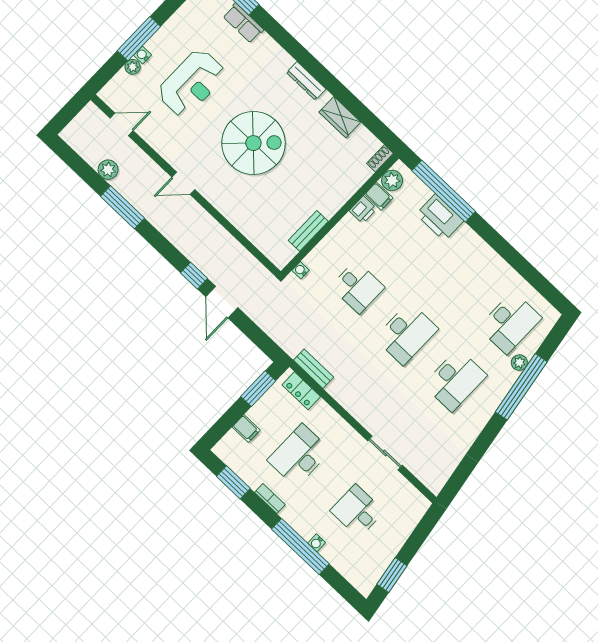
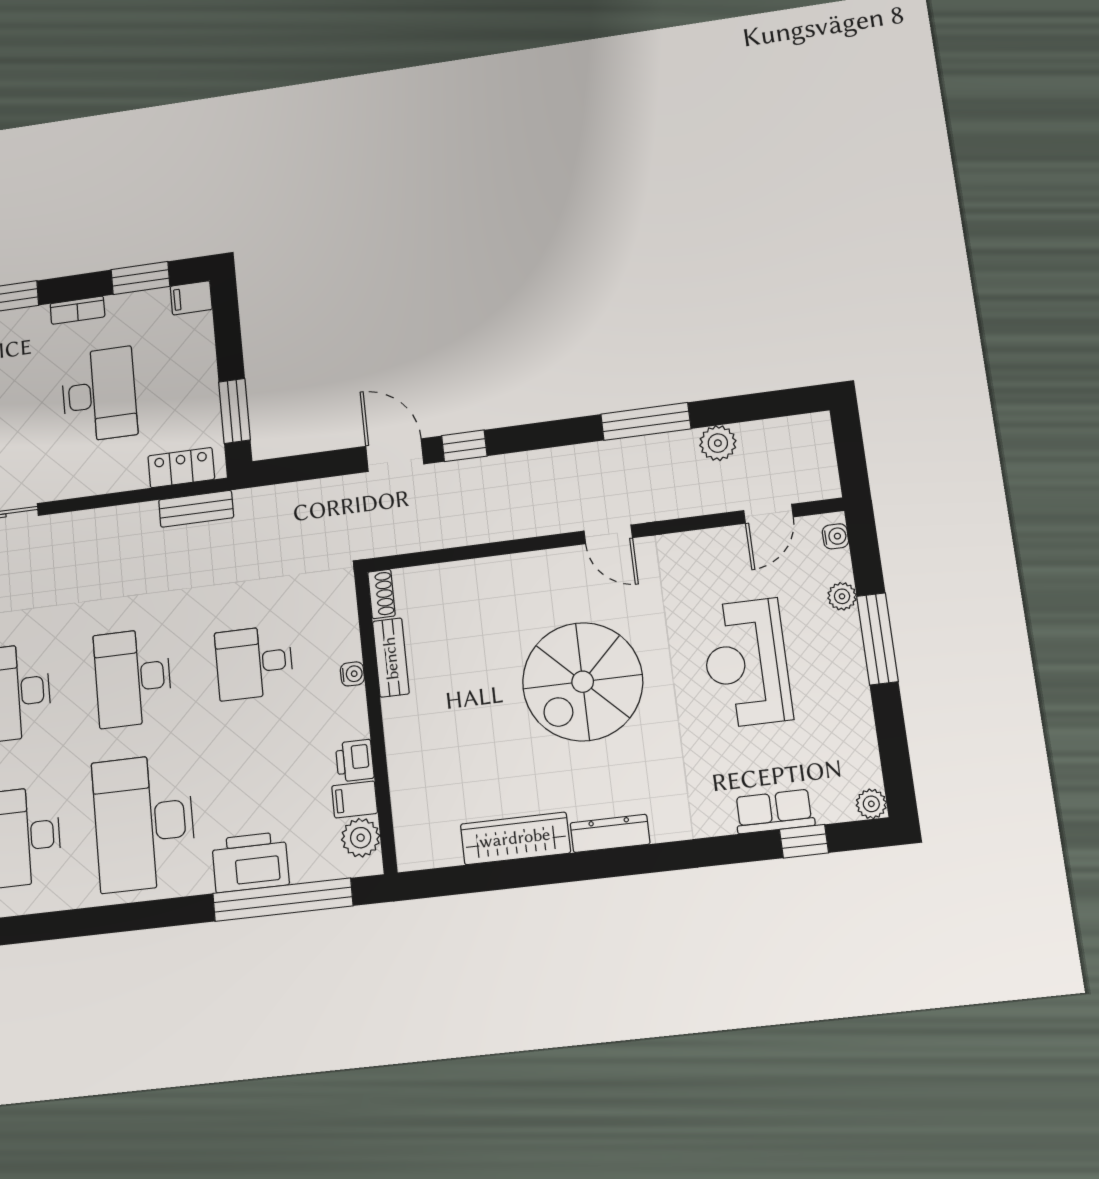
water cooler: (142, 55) -> (835, 536), moved
wardrobe: (340, 117) -> (515, 838), width x1.50
shoe rack: (380, 158) -> (381, 594), moved
door: (183, 183) -> (608, 534), swing flipped
water cooler: (301, 270) -> (352, 674), moved
desk: (461, 276) -> (144, 823), added
filing cabinet: (246, 429) -> (191, 298), moved

